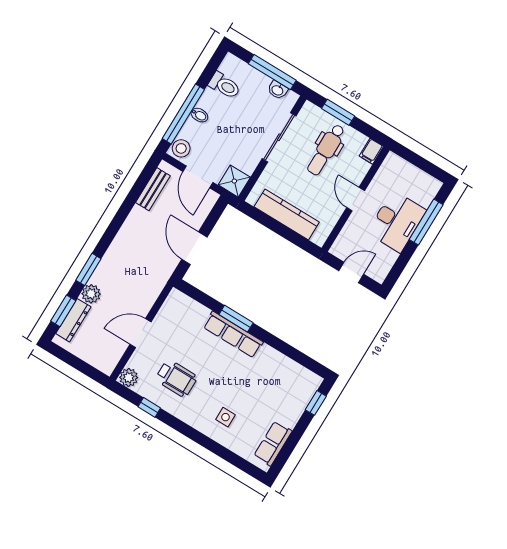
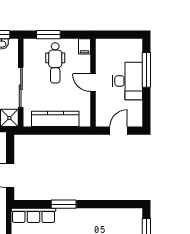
sliding door: (279, 137) -> (21, 87), moved
row of seats: (233, 335) -> (34, 215), moved

